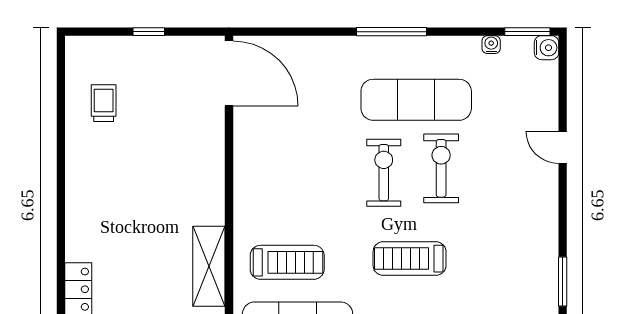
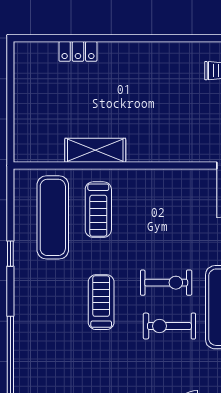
exercise bike: (441, 168) -> (169, 326), turned 180

